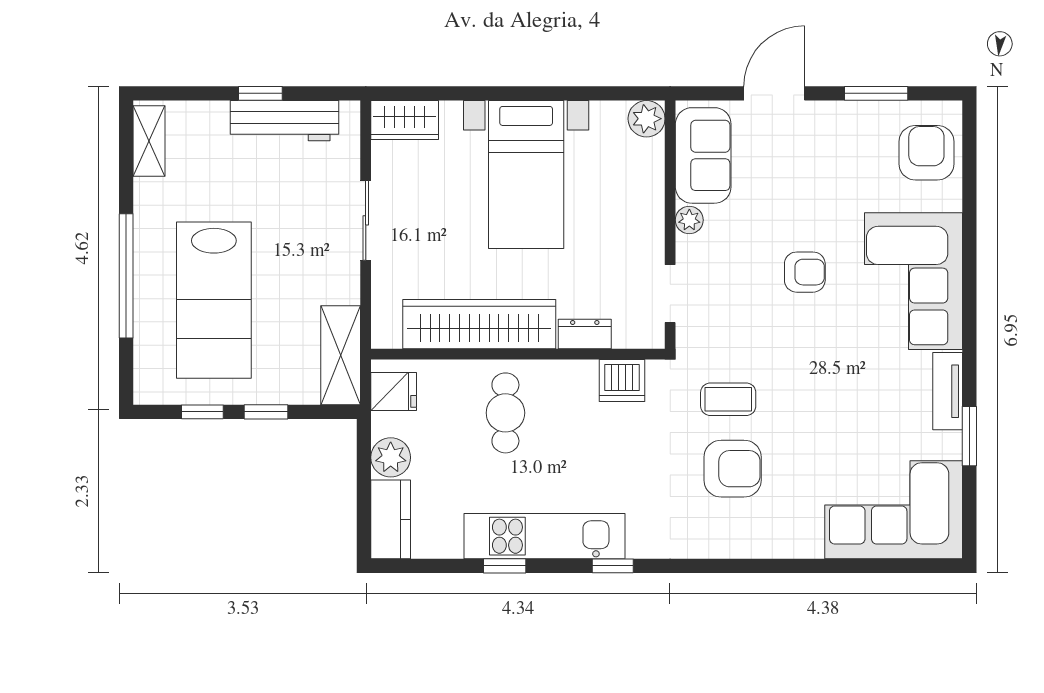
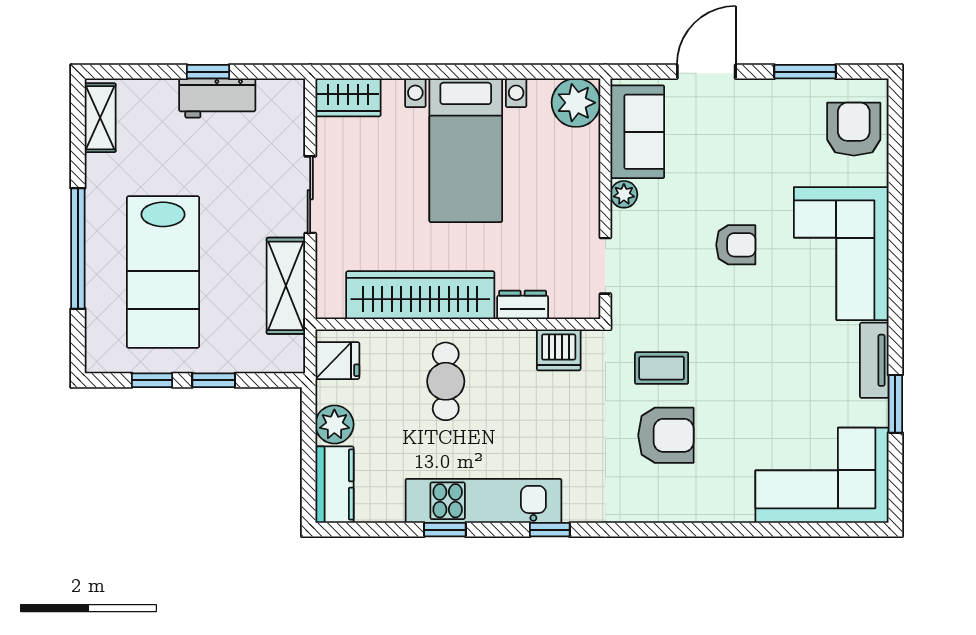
plant: (647, 119) -> (576, 103), width x1.36, depth x1.36
workbench: (285, 121) -> (217, 98), width x0.73
shelving: (341, 355) -> (286, 286), moved

